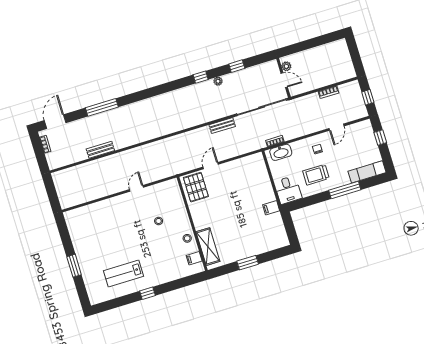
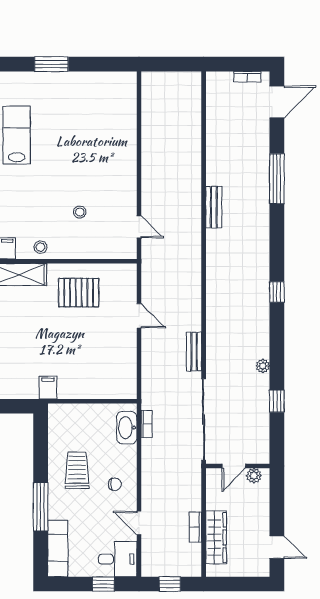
door: (326, 39) -> (277, 547), added
window: (201, 77) -> (277, 292), moved
wardrobe: (331, 78) -> (216, 537), added
door: (55, 122) -> (277, 102), hinge flipped
bench: (100, 150) -> (214, 207), moved
pallet: (196, 187) -> (79, 293), moved
door: (136, 188) -> (139, 227), moved
desk: (288, 190) -> (118, 559), moved, turned 180

